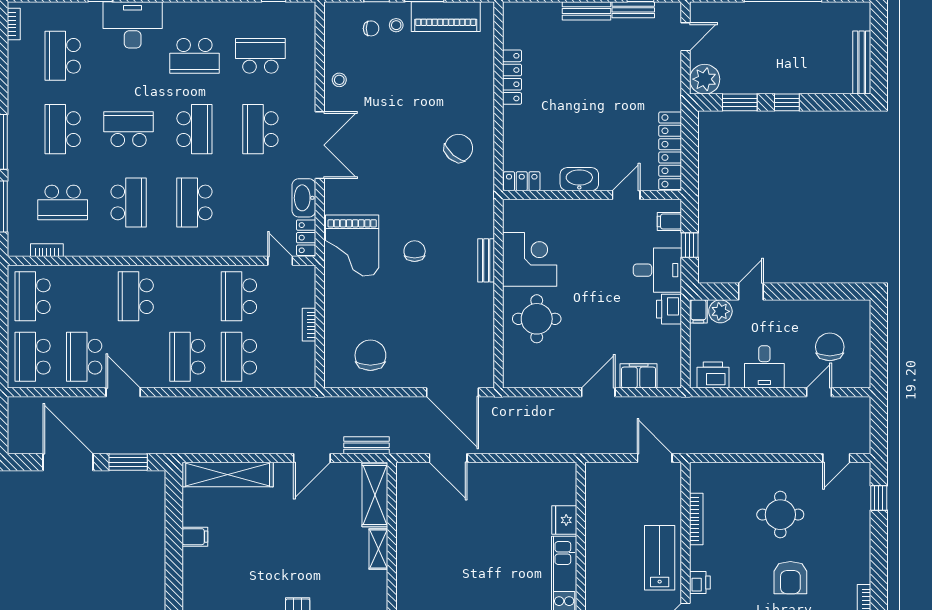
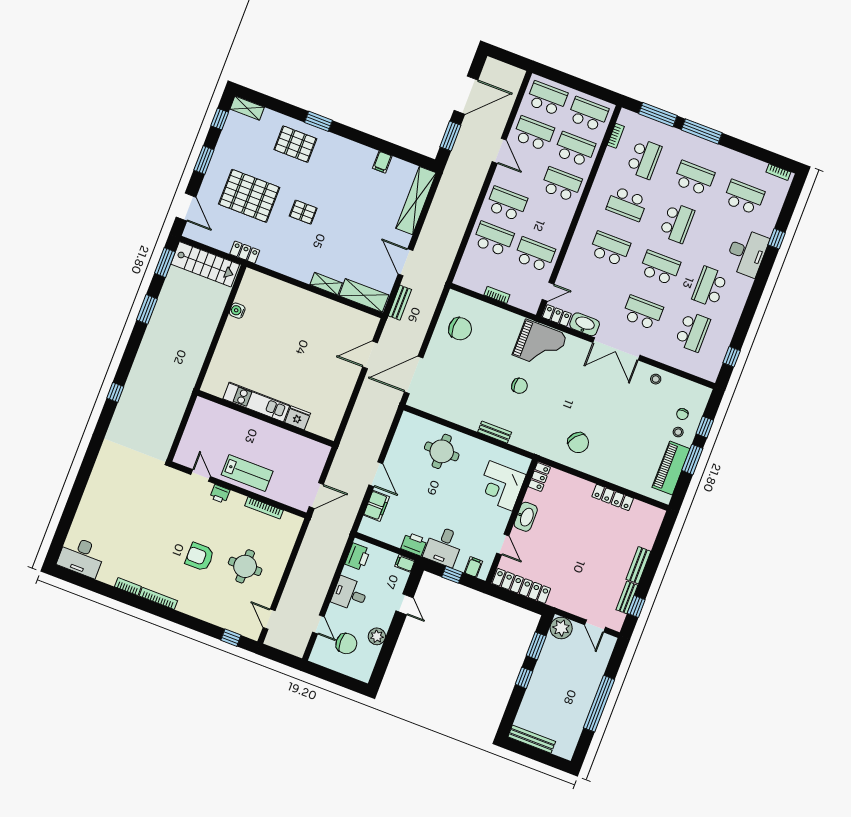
school desk: (194, 129) -> (660, 268), turned 180
school desk: (63, 202) -> (644, 159), turned 180
grand piano: (352, 245) -> (540, 345), turned 180
corner desk: (530, 259) -> (501, 486), moved, turned 90
school desk: (84, 296) -> (575, 149), added
plant: (720, 311) -> (377, 636), moved
door: (123, 392) -> (499, 151), hinge flipped

